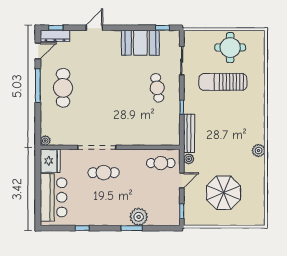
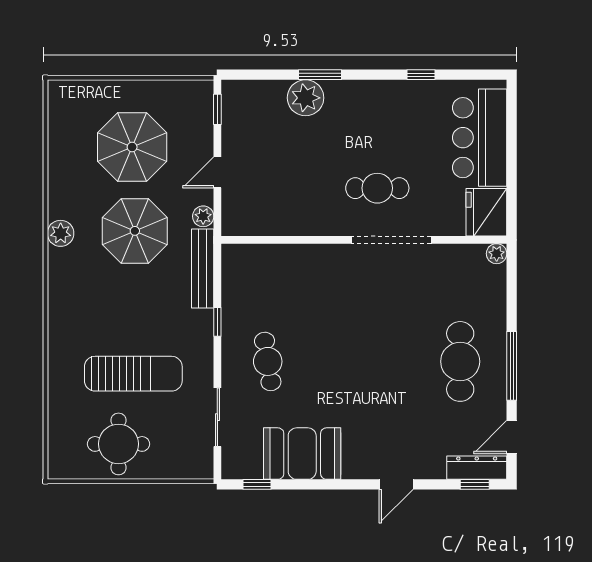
parasol: (222, 152) -> (135, 231), added
cafe table: (161, 163) -> (260, 208), removed

